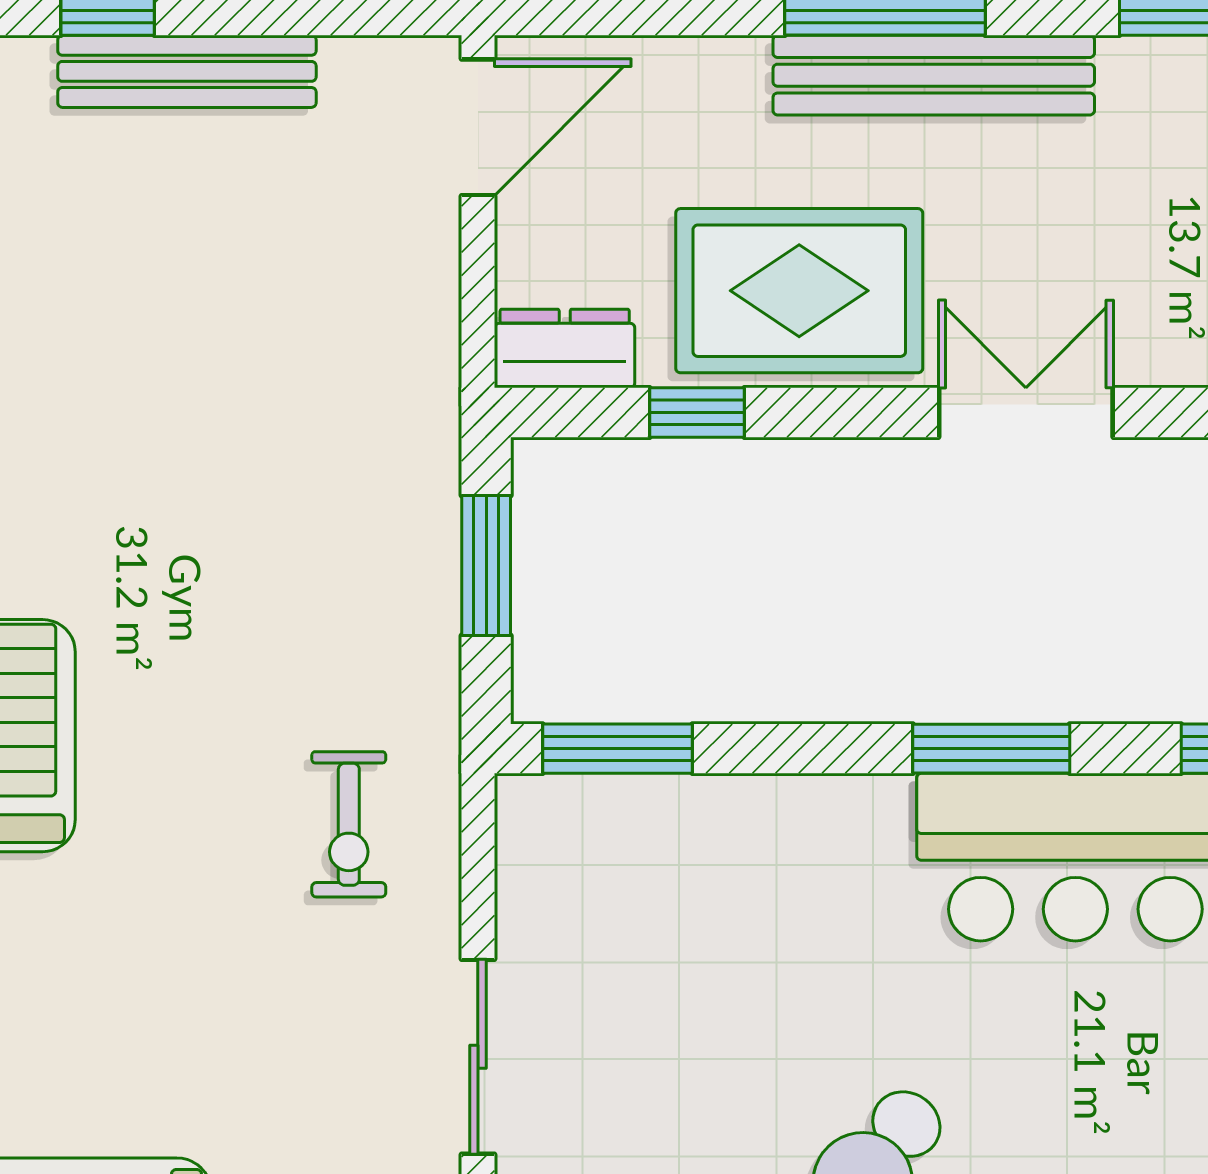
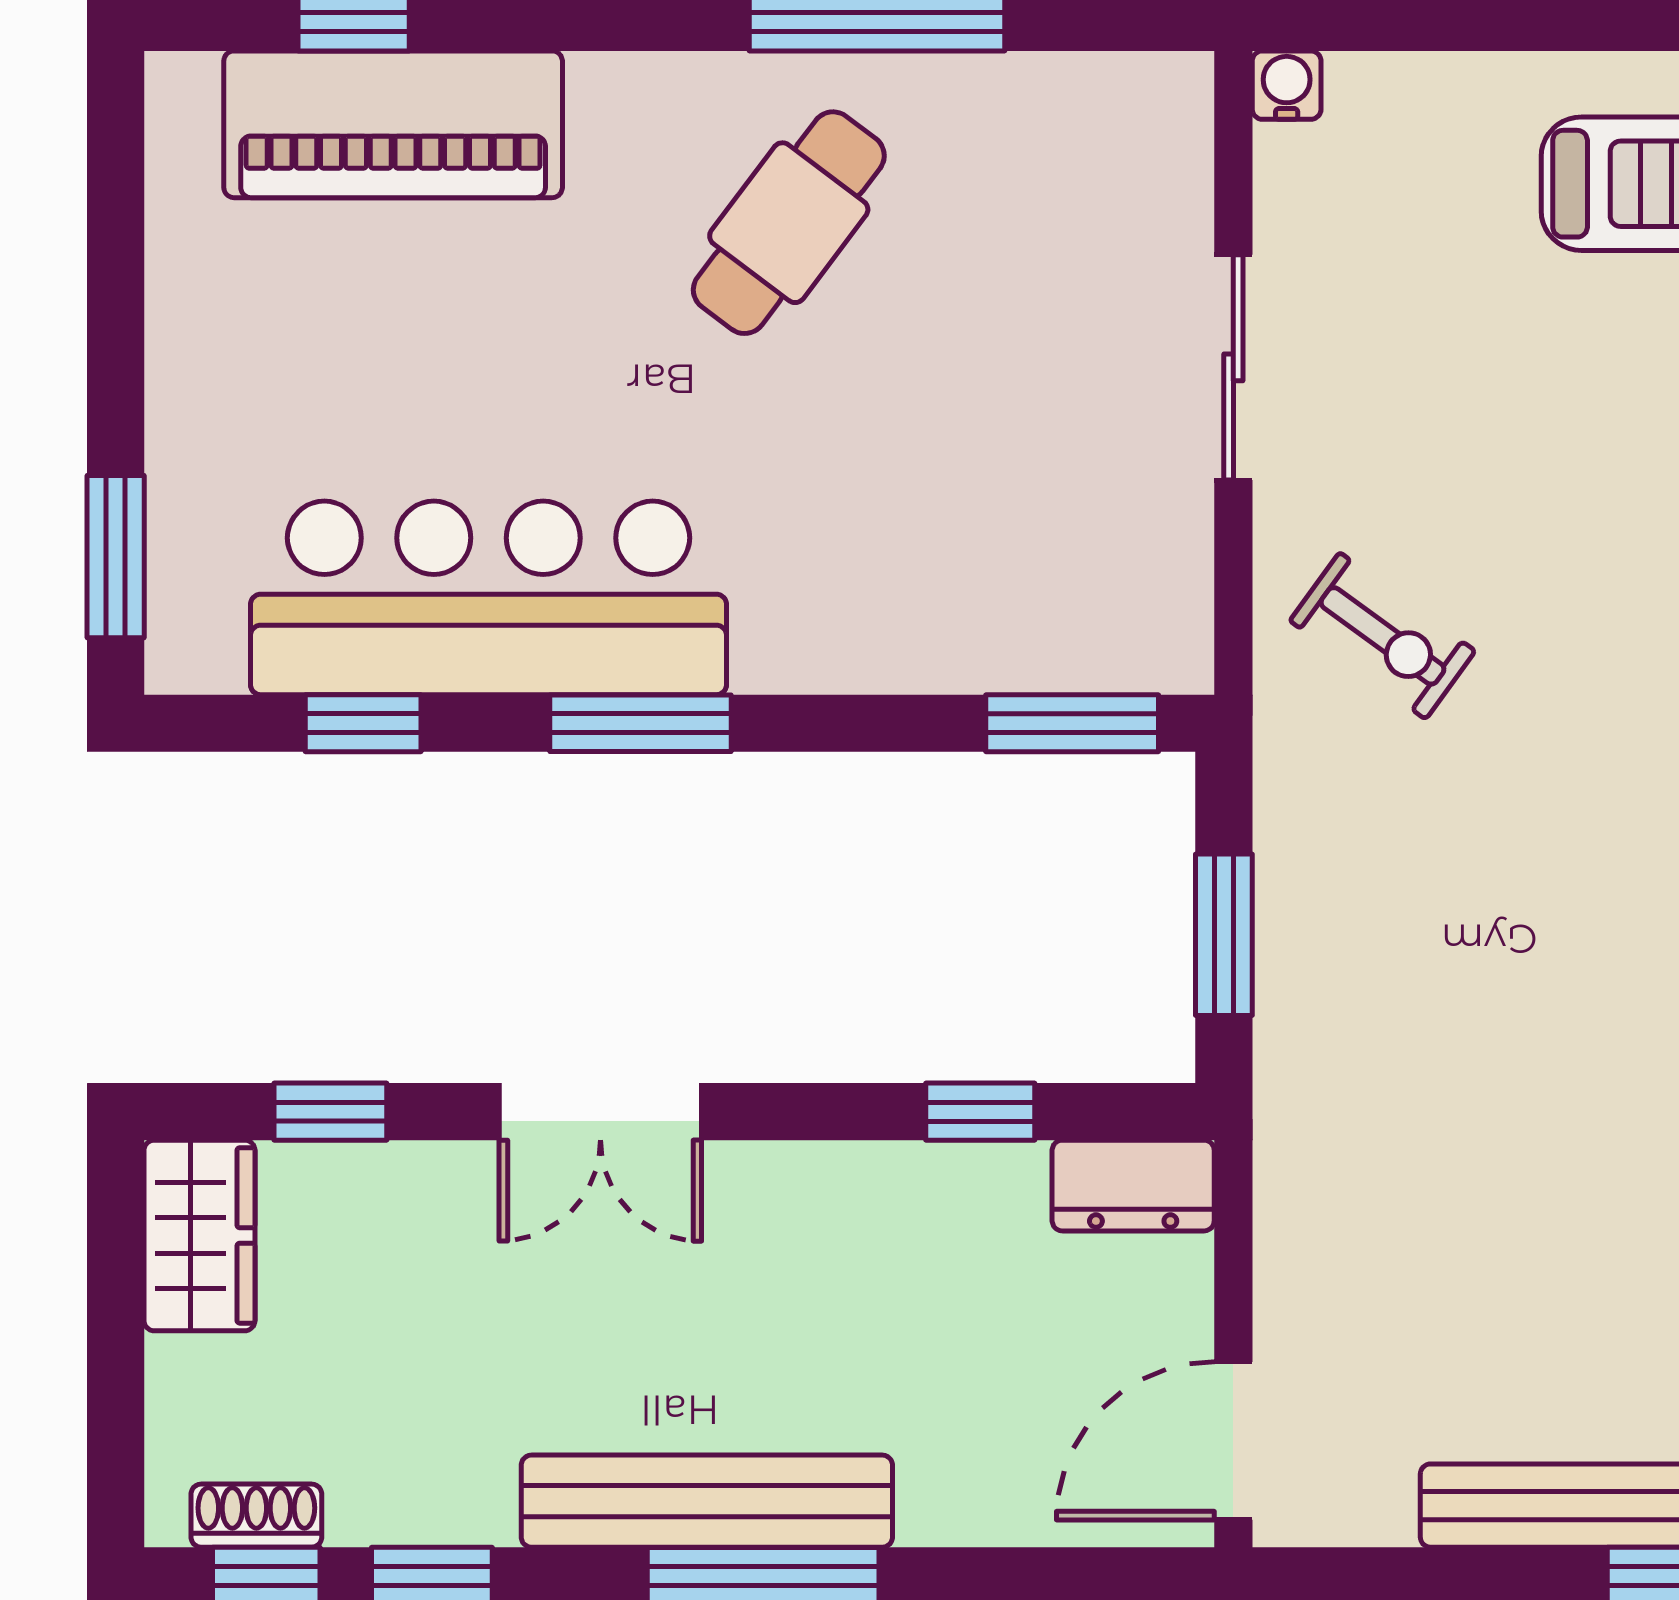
rug: (799, 291) -> (862, 1252), removed
exercise bike: (349, 824) -> (1383, 636), turned 126

